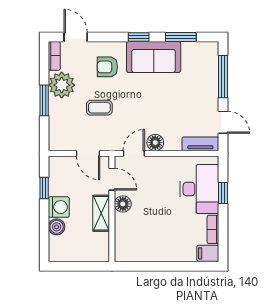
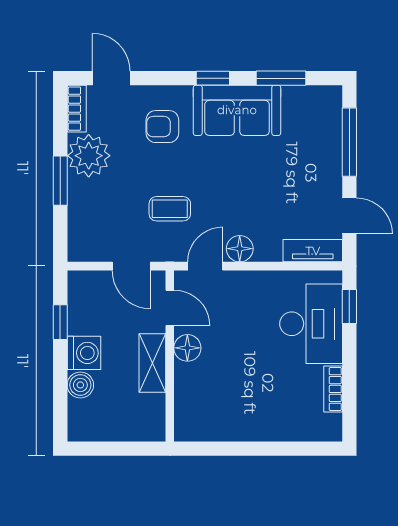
coffee table: (99, 108) -> (170, 209), moved
window: (223, 193) -> (349, 307), moved
filing cabinet: (208, 253) -> (325, 428), removed

